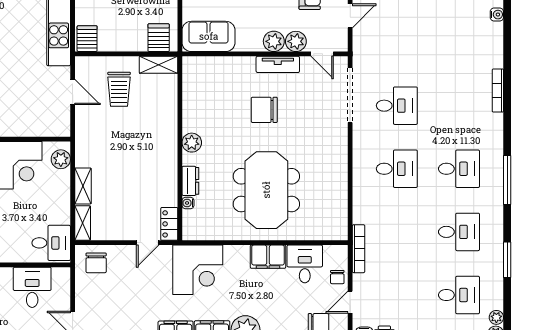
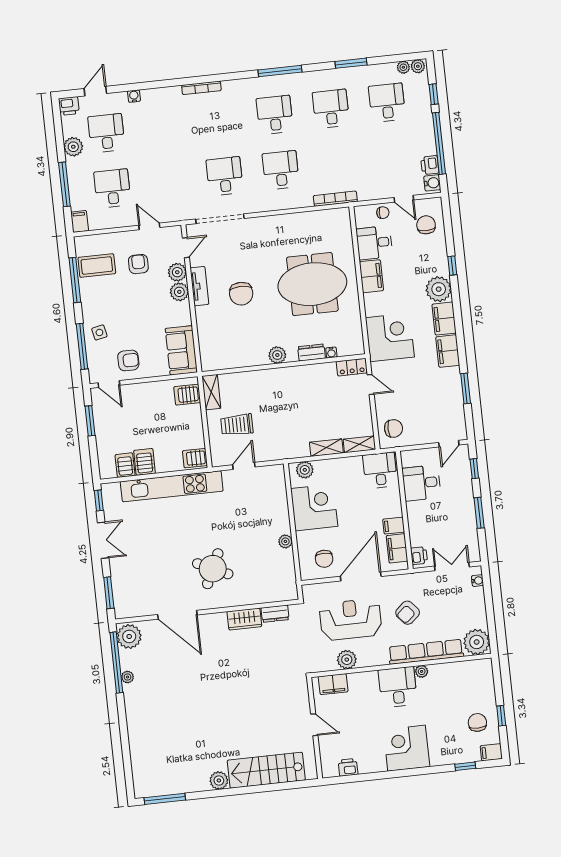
trolley: (119, 89) -> (237, 425), turned 180
bookcase: (359, 249) -> (335, 199), moved

